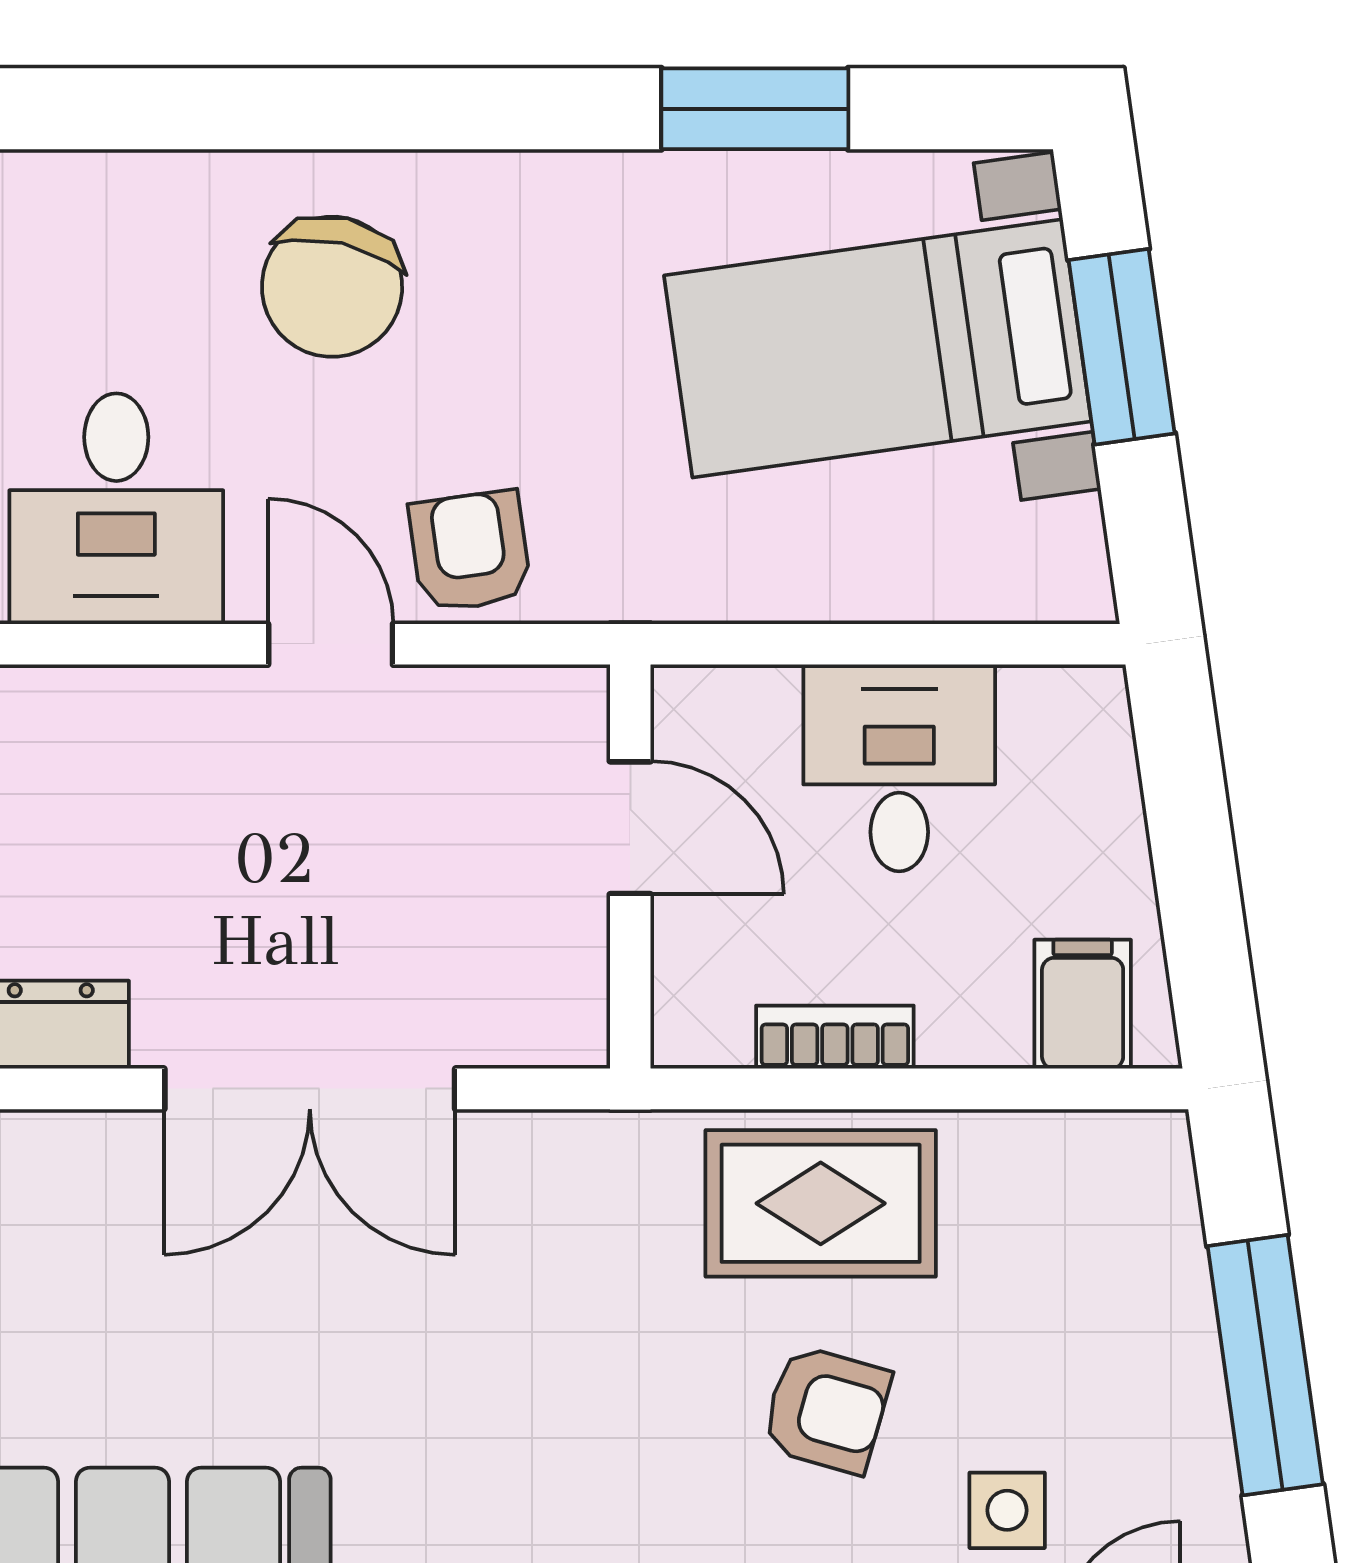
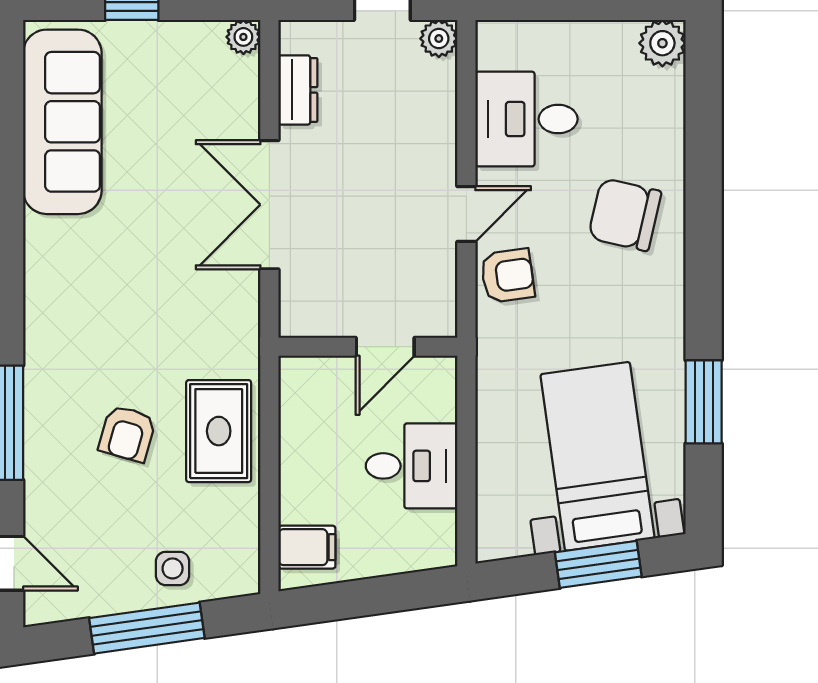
bookcase: (835, 1037) -> (292, 437), removed
side table: (1007, 1510) -> (173, 568), moved

